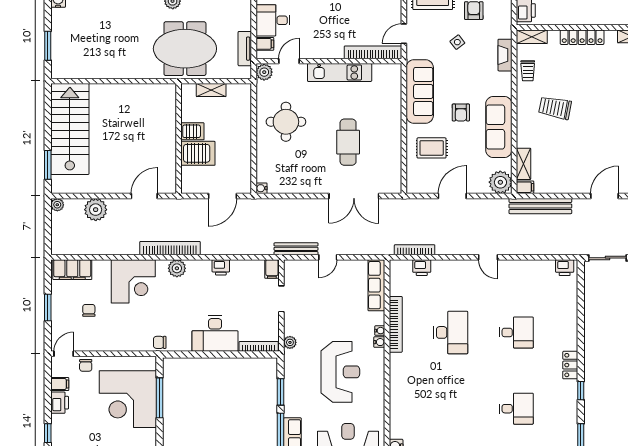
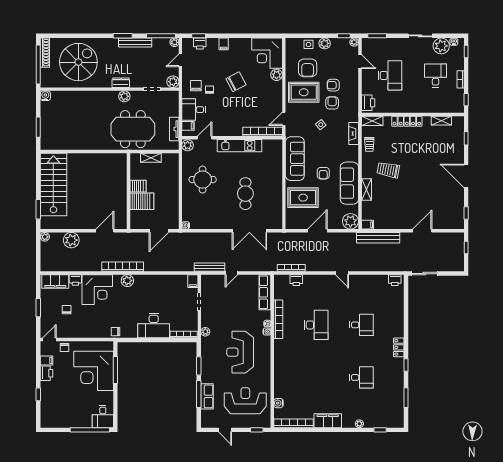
rug: (432, 148) -> (303, 198), width x1.36, depth x1.43
shelving: (523, 164) -> (366, 189), moved
printer: (221, 267) -> (75, 280), moved
reception desk: (340, 372) -> (240, 352), turned 180

